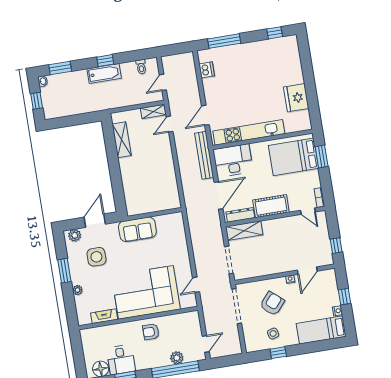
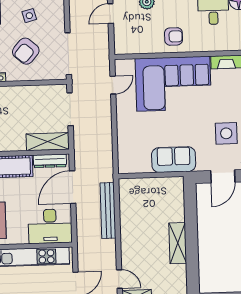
door: (170, 124) -> (119, 279), hinge flipped
shelving: (122, 140) -> (178, 243), moved
bench: (204, 155) -> (108, 210), moved

